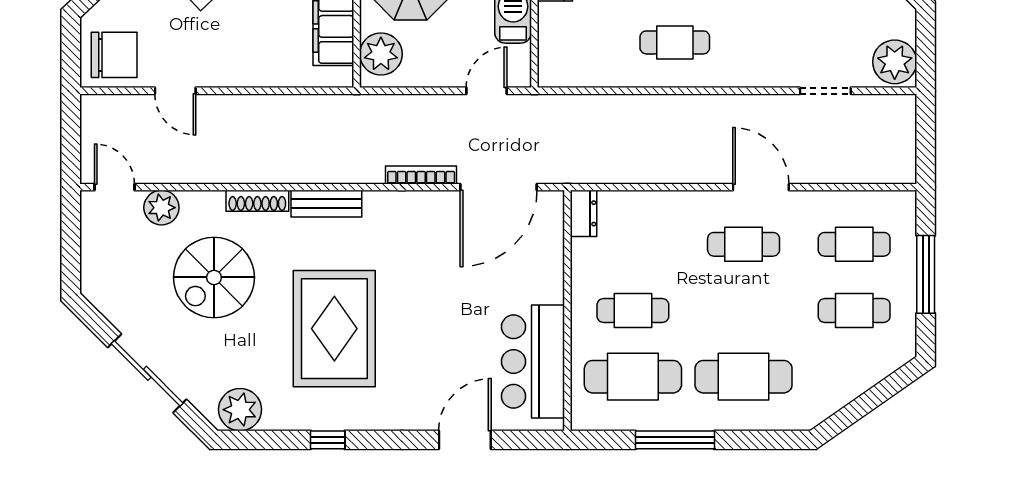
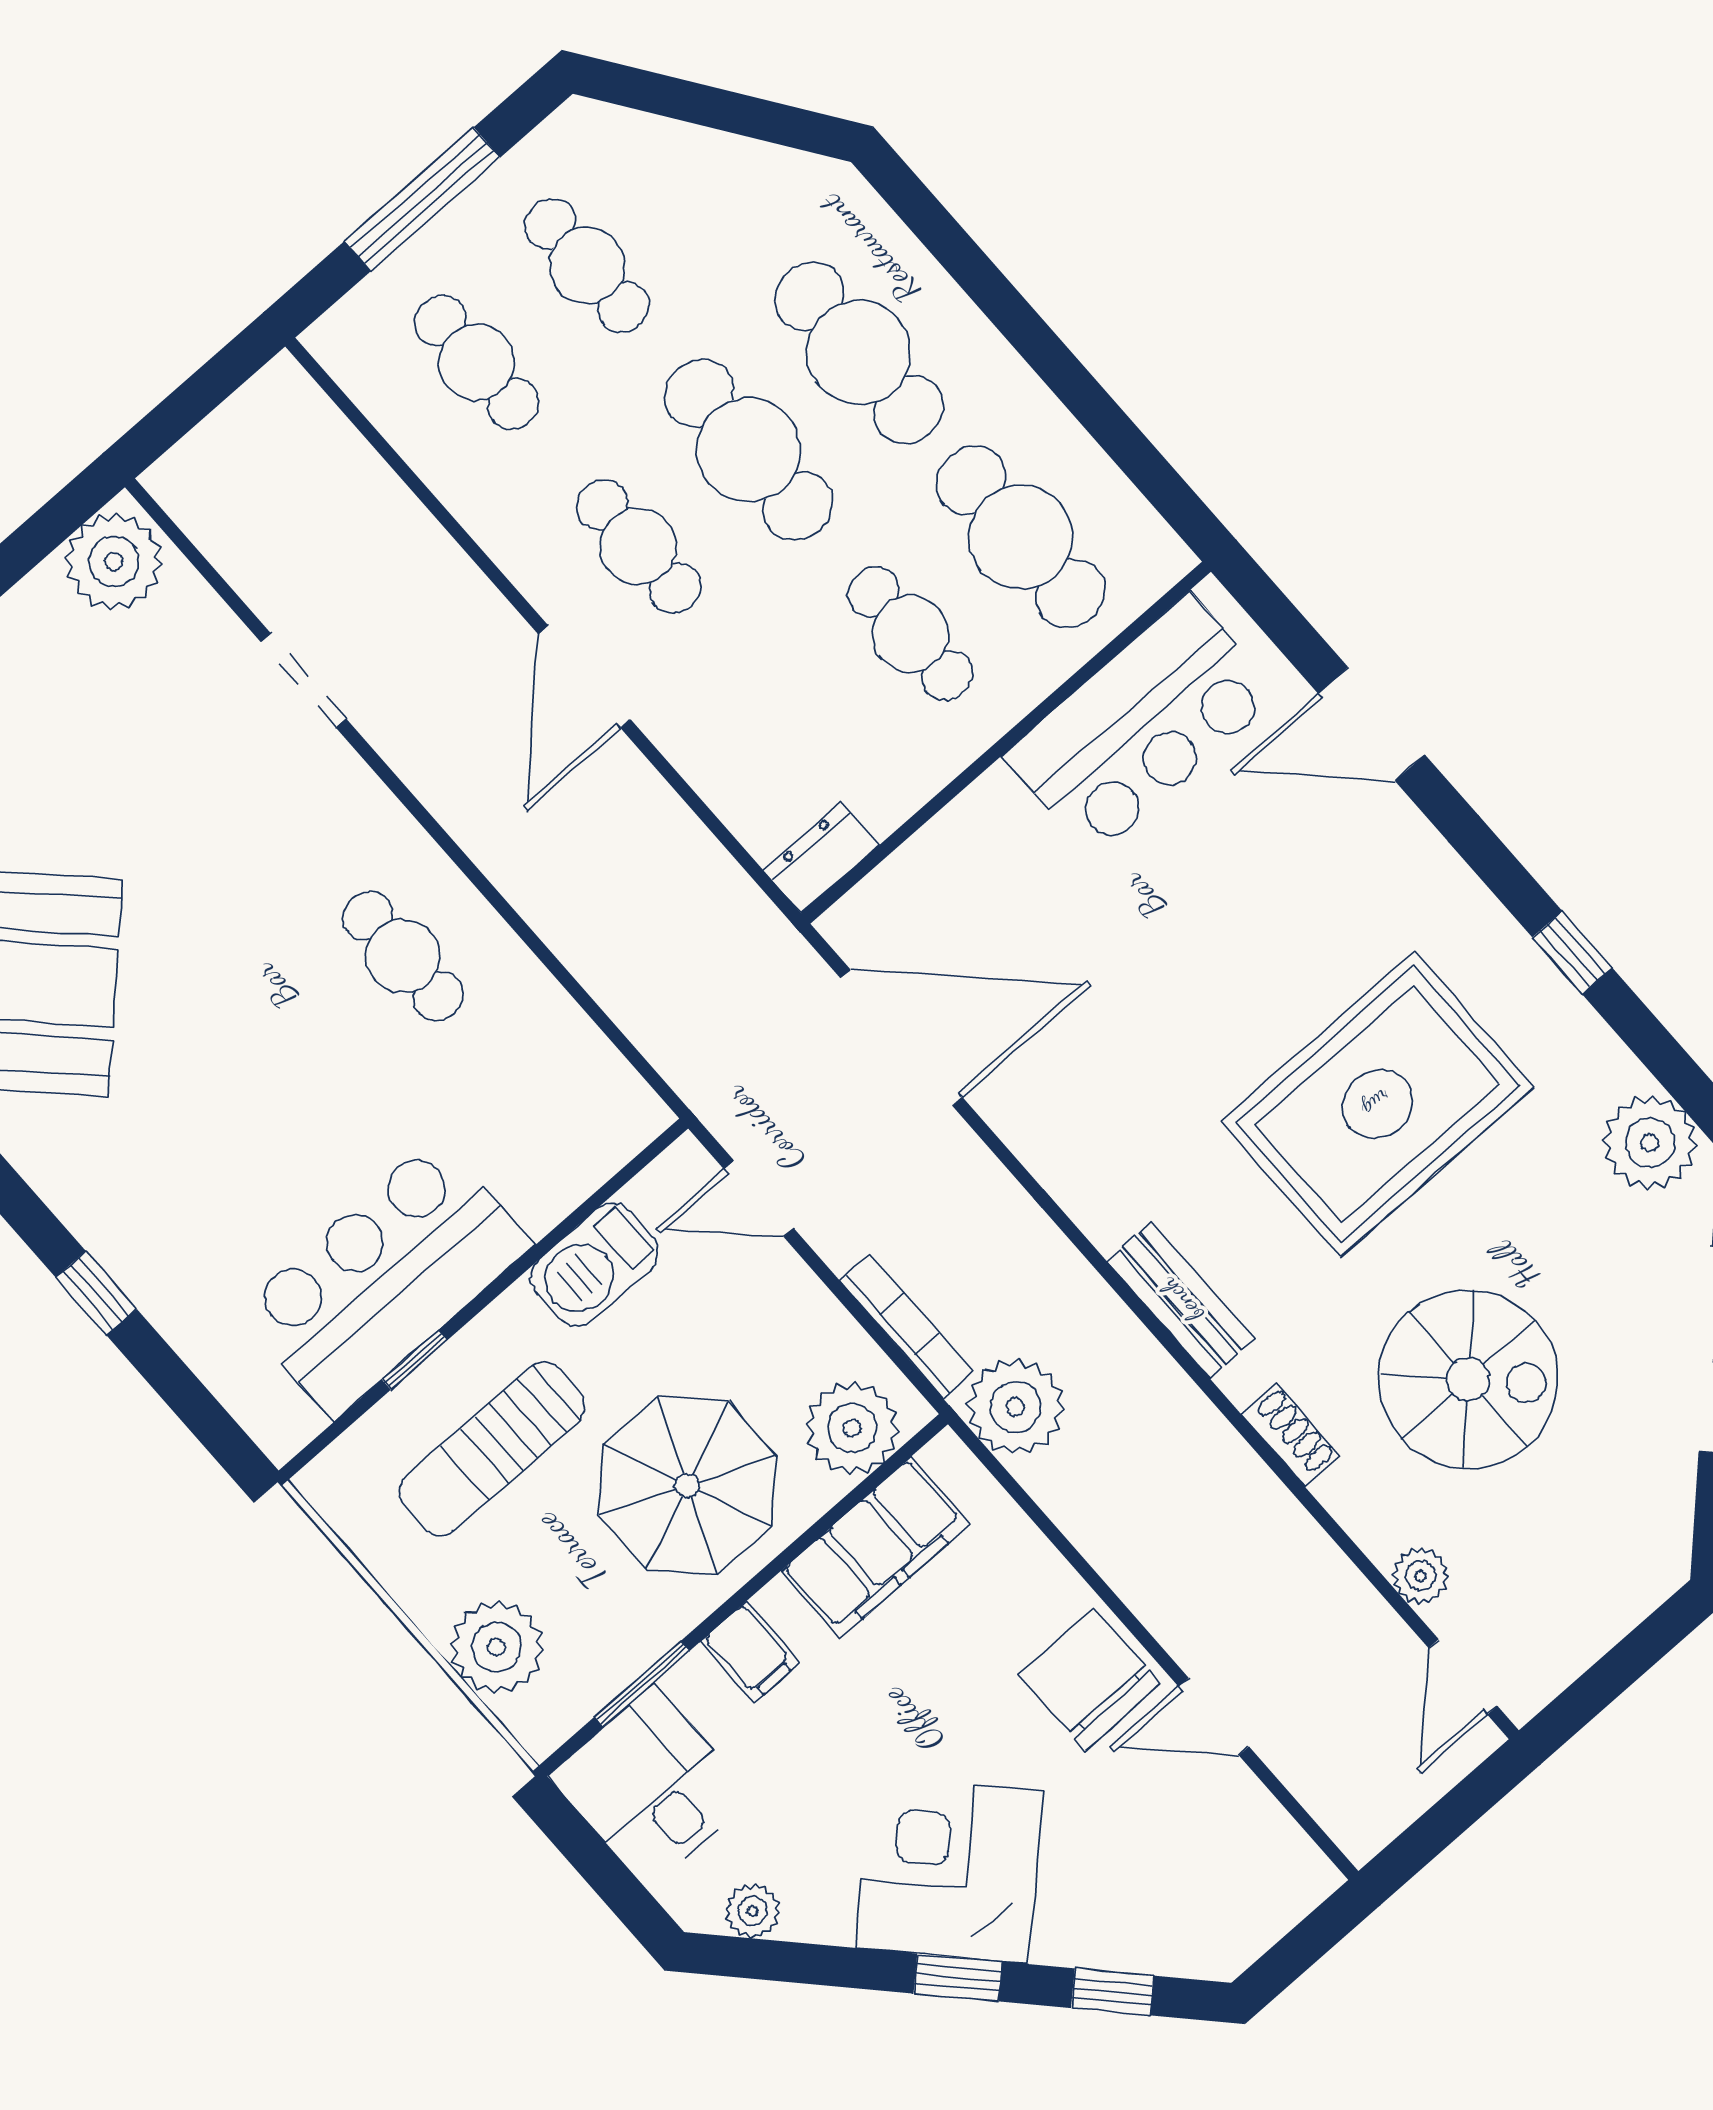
chair: (114, 55) -> (1089, 1679), moved
door: (175, 91) -> (1214, 1717), swing flipped
doorway: (825, 91) -> (303, 680), moved
plant: (340, 116) -> (1015, 1407), added
bookcase: (421, 175) -> (906, 1326), moved, turned 180
door: (761, 187) -> (584, 677), moved
shoe rack: (257, 201) -> (1291, 1435), width x0.70
plant: (161, 208) -> (1421, 1576), width x0.73, depth x0.73
cafe table: (744, 310) -> (749, 450), added
window: (675, 440) -> (1064, 374), removed

